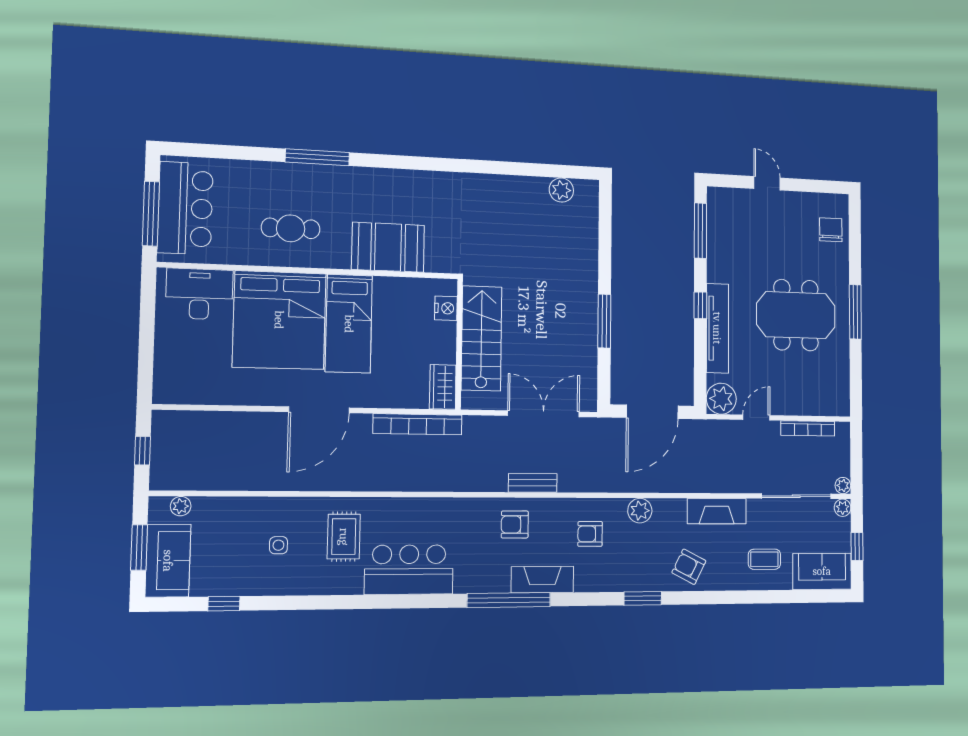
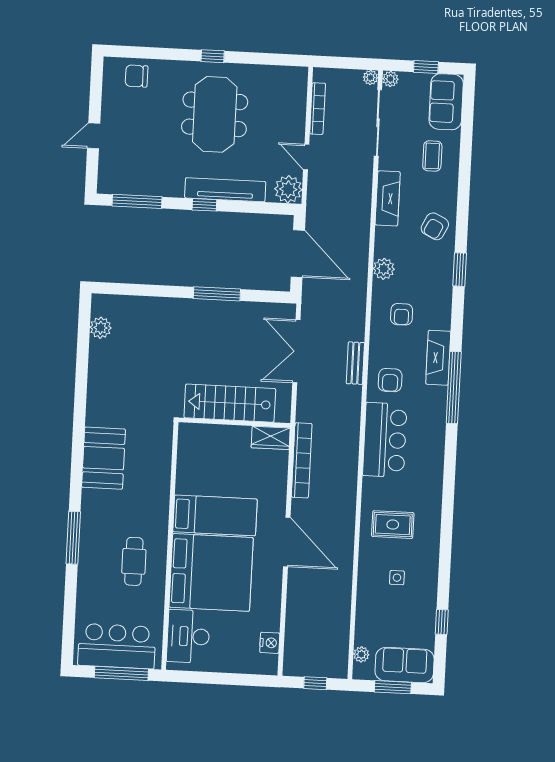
booth: (388, 247) -> (104, 458), moved
nightstand: (446, 308) -> (270, 643), moved, turned 90
window: (855, 312) -> (213, 56), width x0.46
bar counter: (409, 570) -> (385, 440), moved, turned 180

